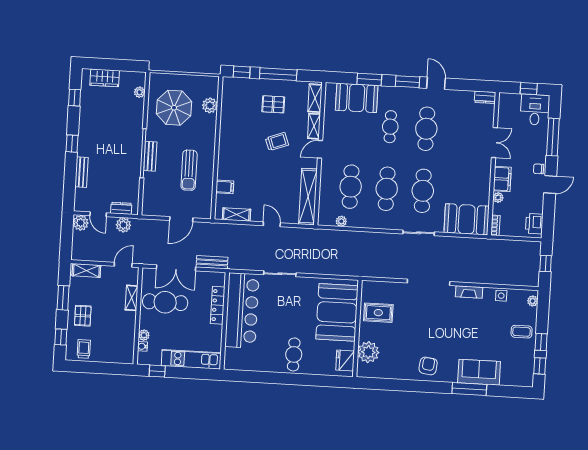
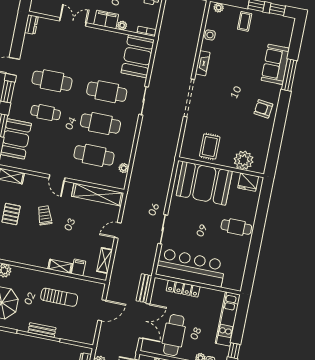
shelving: (314, 126) -> (60, 266), moved
door: (181, 219) -> (102, 310), hinge flipped

